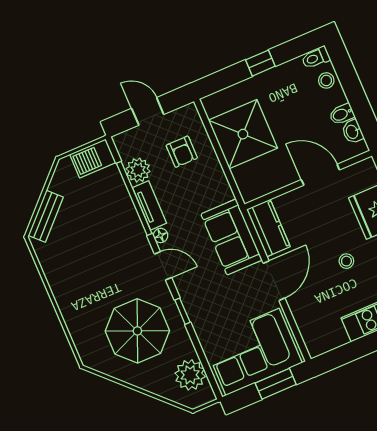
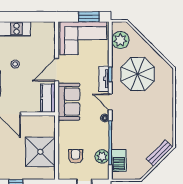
barbecue: (93, 158) -> (119, 160), moved, turned 90
tv unit: (150, 205) -> (104, 79), moved
window: (276, 384) -> (89, 17), moved

